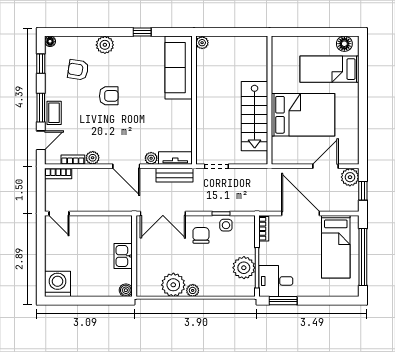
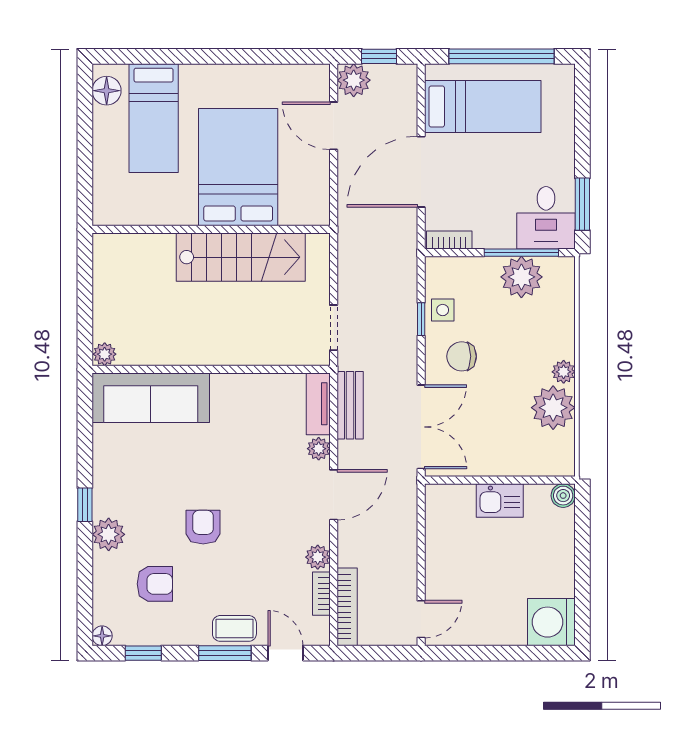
window: (142, 32) -> (85, 505), moved
armchair: (78, 70) -> (155, 584), turned -99
bookcase: (58, 174) -> (347, 607), width x1.56

